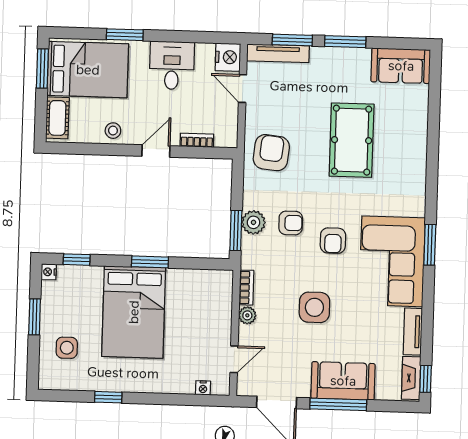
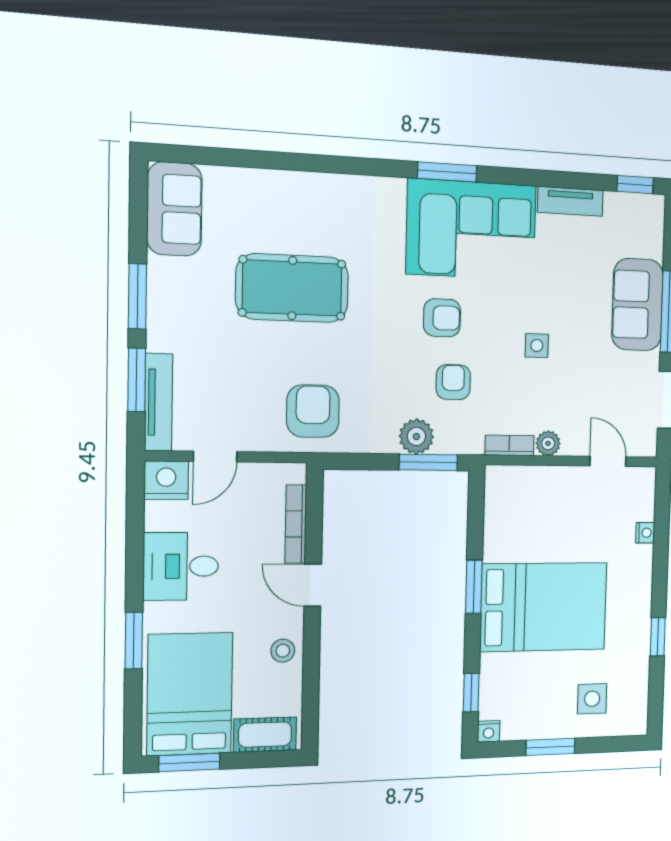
bookcase: (197, 140) -> (296, 524), width x1.56
armchair: (271, 153) -> (313, 411), turned 84
armchair: (291, 223) -> (453, 382), moved
side table: (314, 307) -> (537, 346), width x0.54, depth x0.54
fireplace: (411, 378) -> (634, 206), removed
nightstand: (203, 388) -> (645, 533), moved

